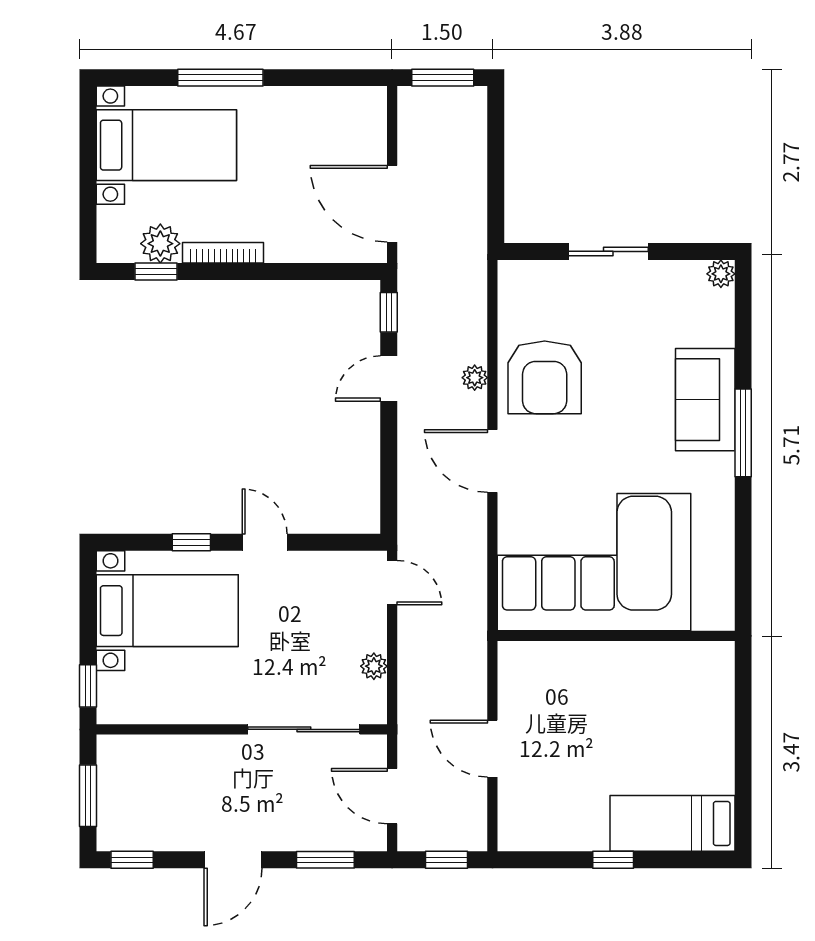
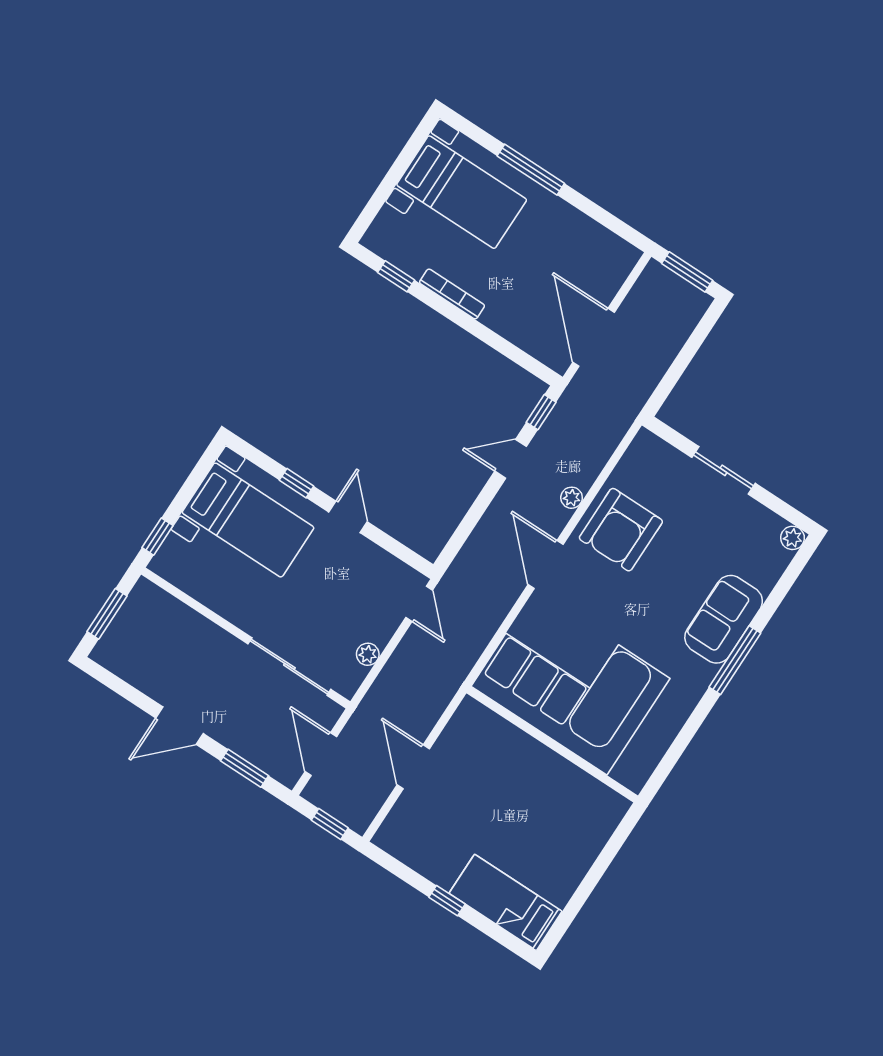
plant: (160, 244) -> (412, 259), removed
window: (132, 860) -> (109, 679), removed

